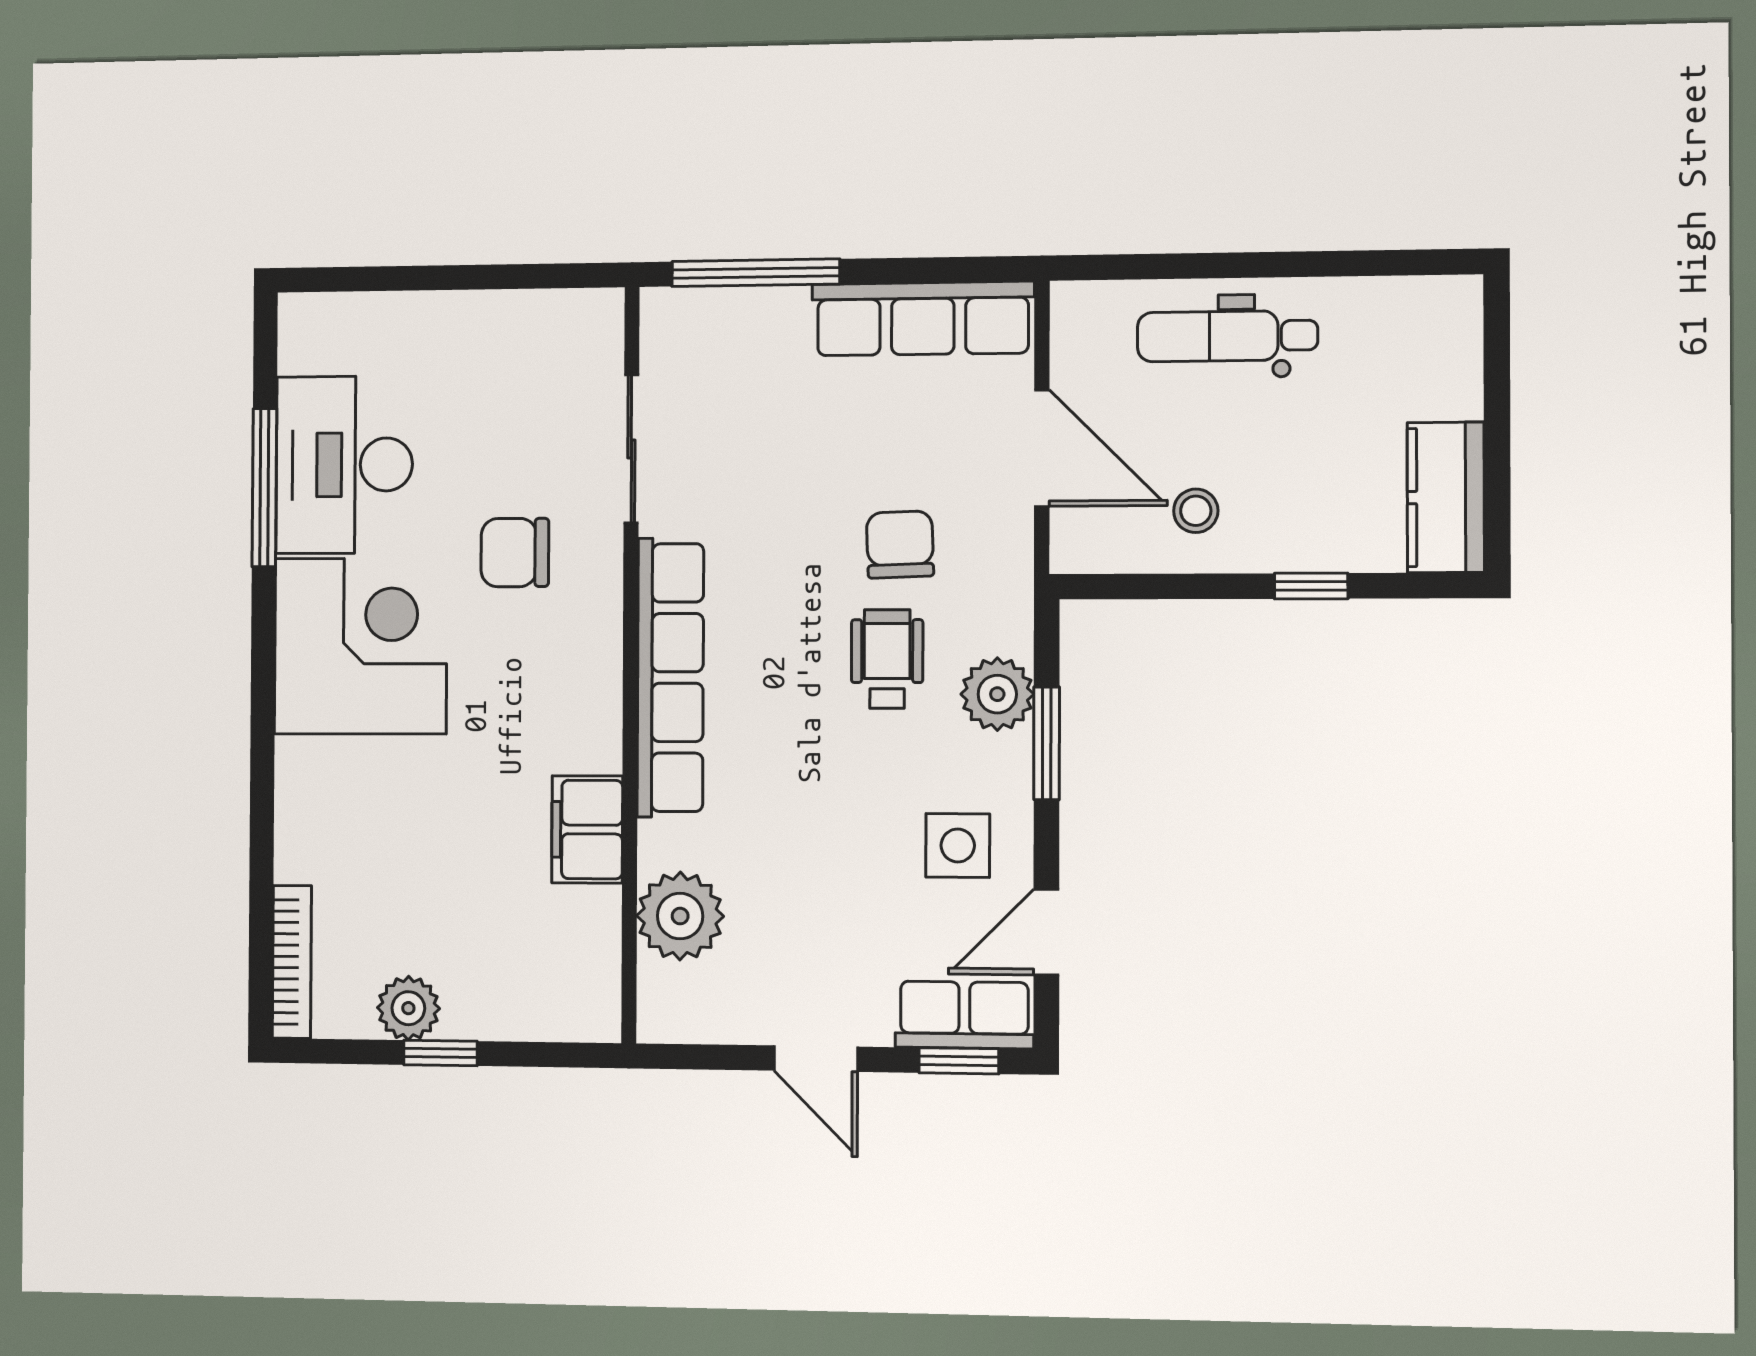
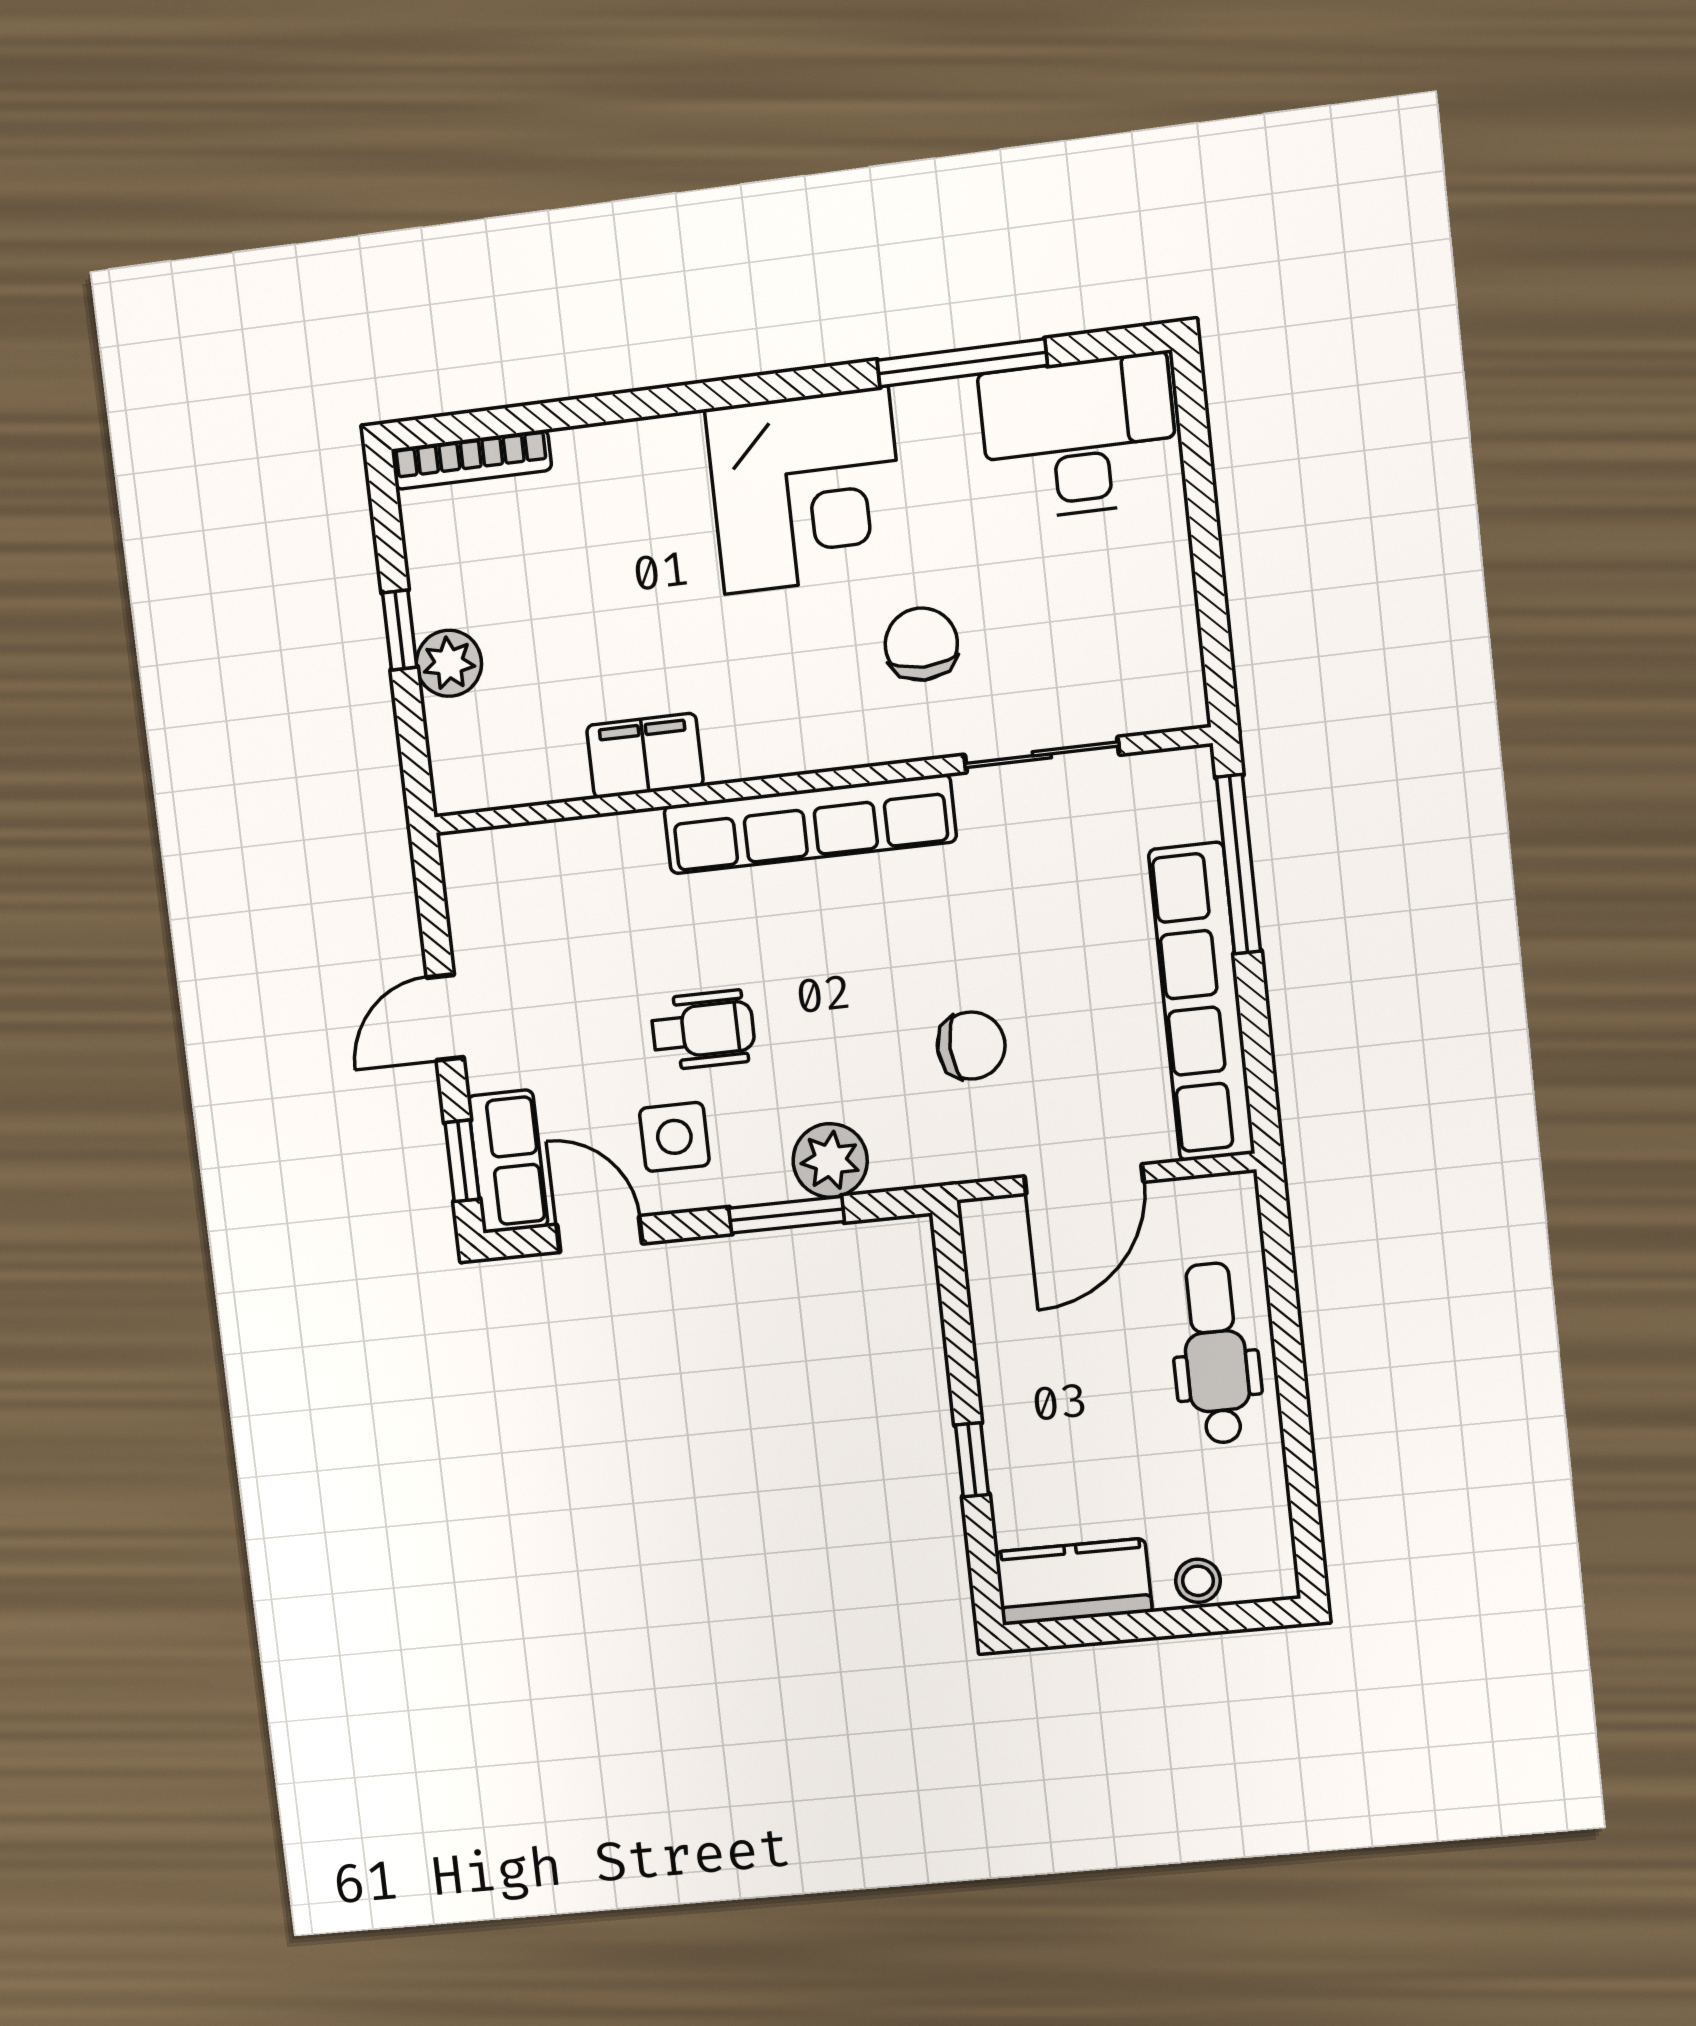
row of seats: (923, 319) -> (1202, 1002), width x1.36
desk: (344, 465) -> (1079, 437), moved
stool: (1196, 511) -> (1198, 1581), moved
wheelchair: (887, 659) -> (703, 1030), moved
plant: (680, 916) -> (569, 863), removed
plant: (408, 1008) -> (449, 663), moved

